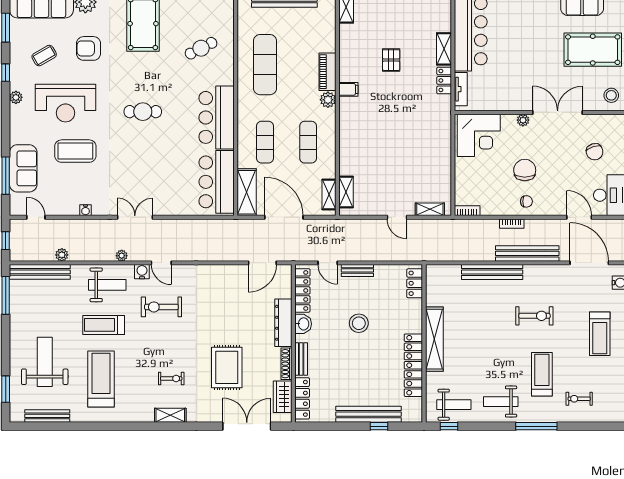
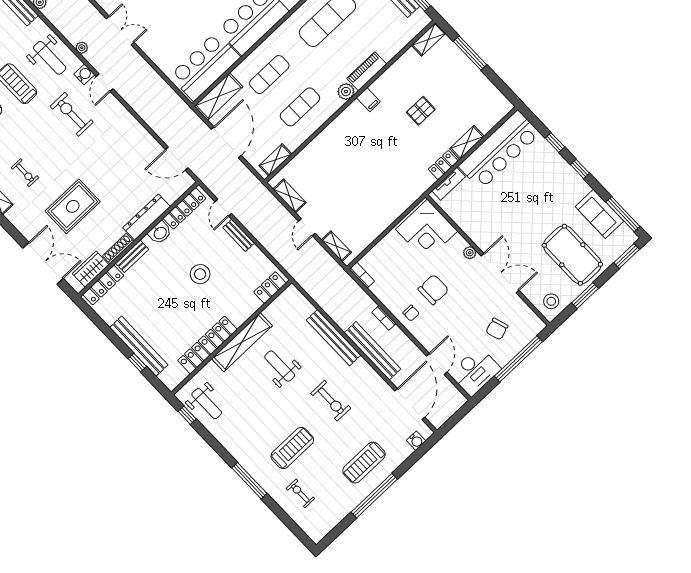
shelving: (346, 192) -> (290, 196), moved, turned 90
weight bench: (501, 402) -> (280, 366), moved

